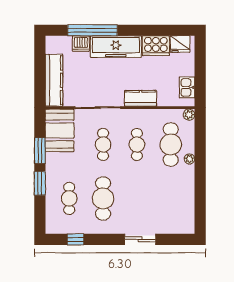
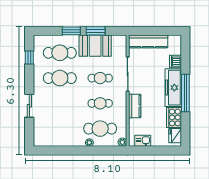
window: (93, 30) -> (185, 93), moved
booth: (60, 130) -> (95, 46), moved
cafe table: (69, 198) -> (60, 53), width x1.37, depth x1.35

